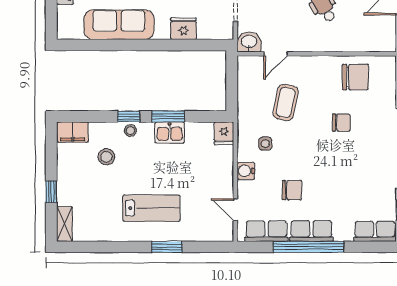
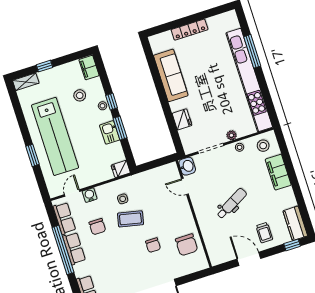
coffee table: (286, 102) -> (130, 219), moved
water cooler: (246, 171) -> (90, 195), moved
lab bench: (151, 208) -> (55, 136), width x1.86, depth x1.39

